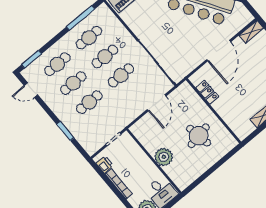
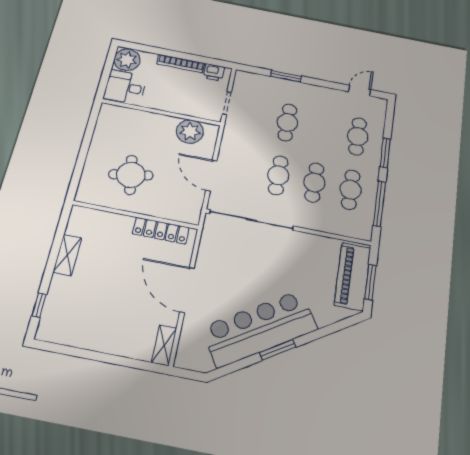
window: (31, 59) -> (385, 153), moved
cafe table: (73, 83) -> (323, 129), removed
locker: (207, 92) -> (161, 231), width x1.53
plant: (164, 157) -> (190, 132), moved

